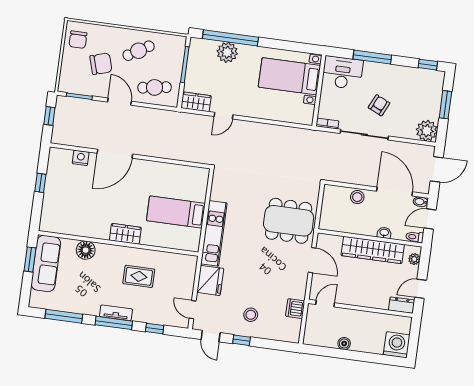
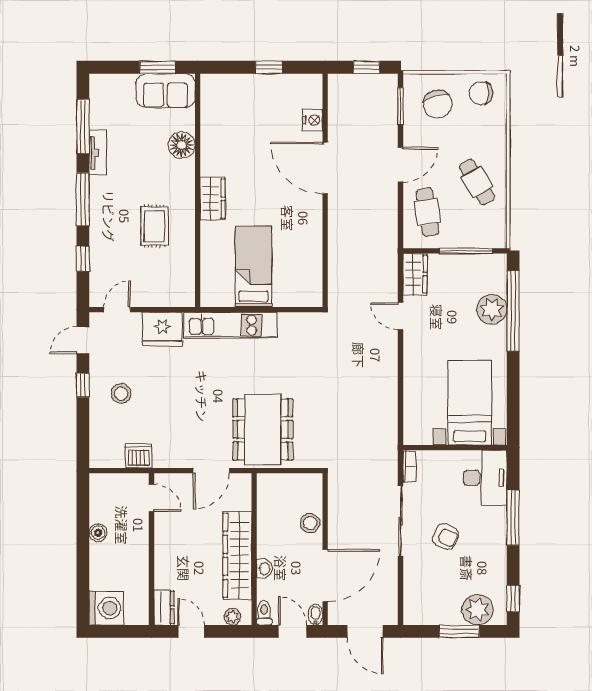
chair: (101, 64) -> (438, 104), moved
plant: (427, 131) -> (478, 610), moved
sofa: (46, 263) -> (165, 91), width x0.73
tv unit: (116, 313) -> (98, 153), moved

